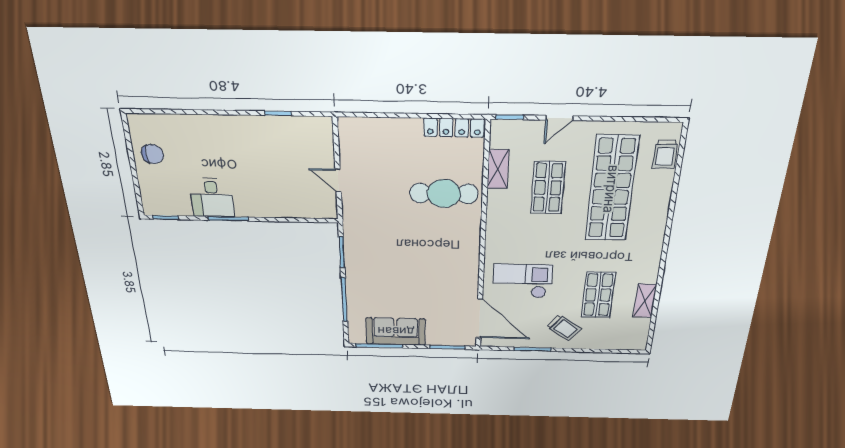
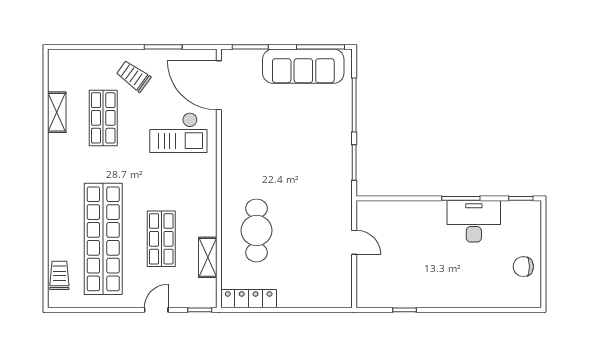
cafe table: (444, 193) -> (257, 230), turned 90
desk: (212, 198) -> (474, 221), width x1.37
sofa: (396, 331) -> (303, 66), width x1.36

